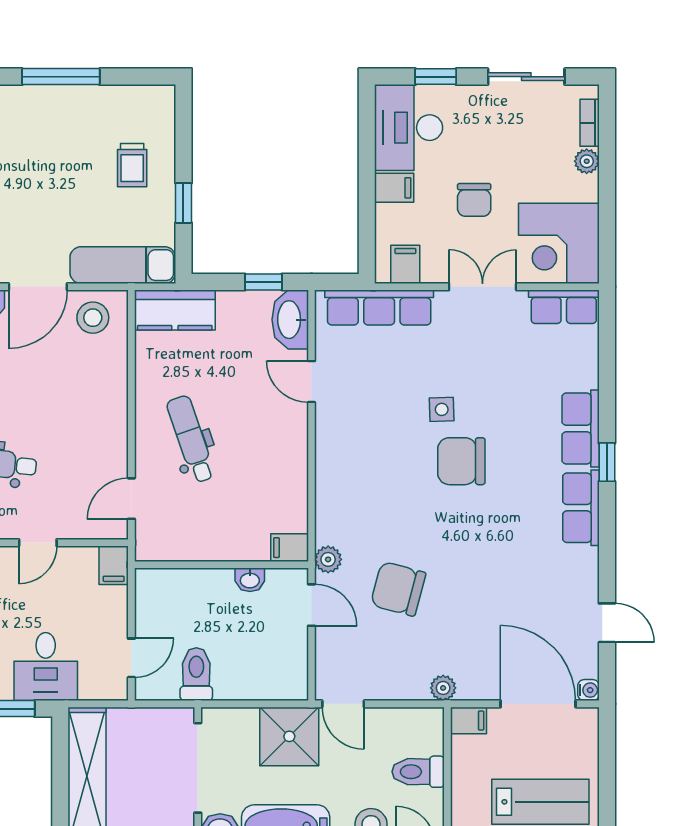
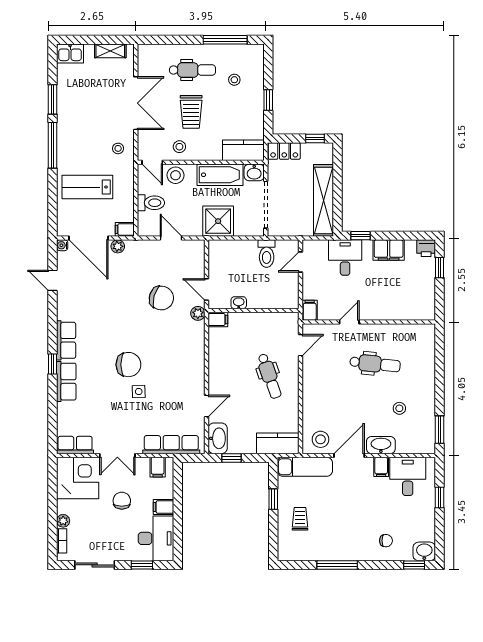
door: (311, 382) -> (207, 406), hinge flipped
plant: (443, 688) -> (118, 246), moved
door: (343, 704) -> (171, 238), moved

